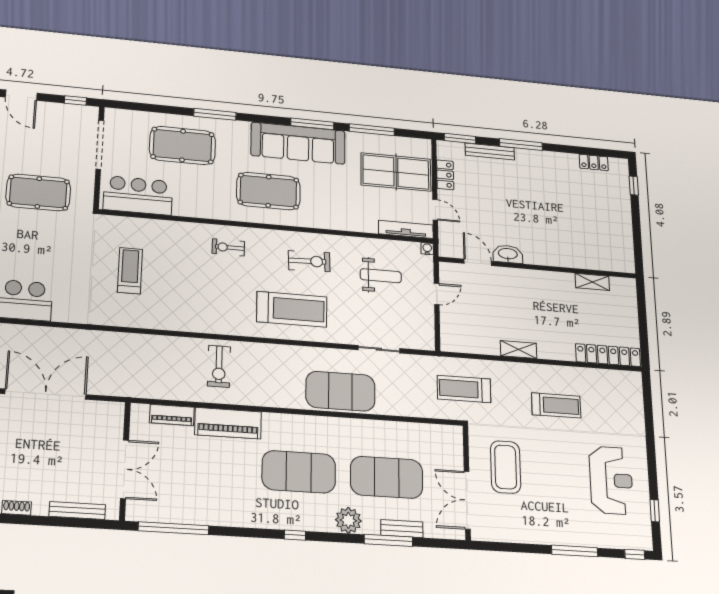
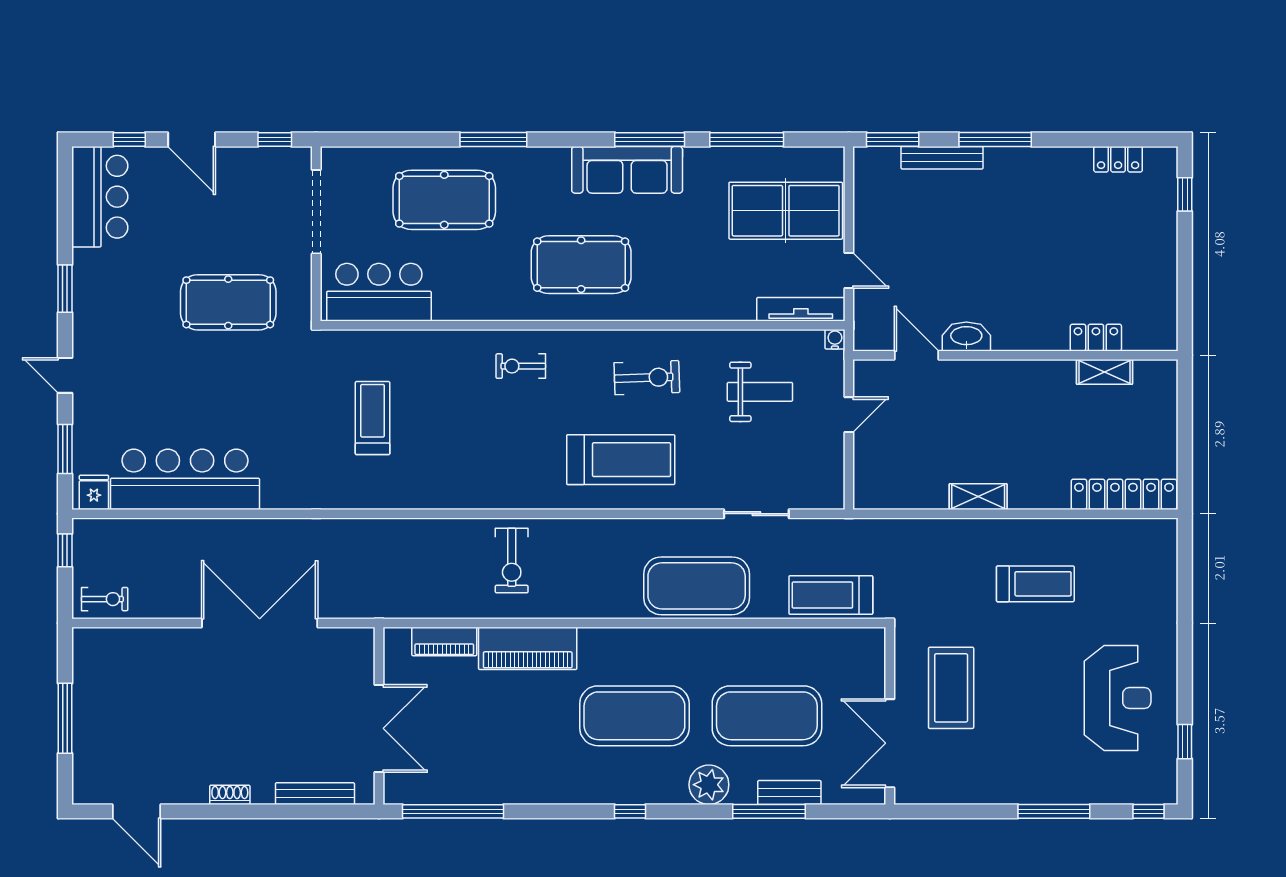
sofa: (298, 143) -> (627, 170), width x0.74, depth x0.79
locker: (445, 175) -> (1096, 338), moved, turned -90
treadmill: (464, 389) -> (831, 595), moved

